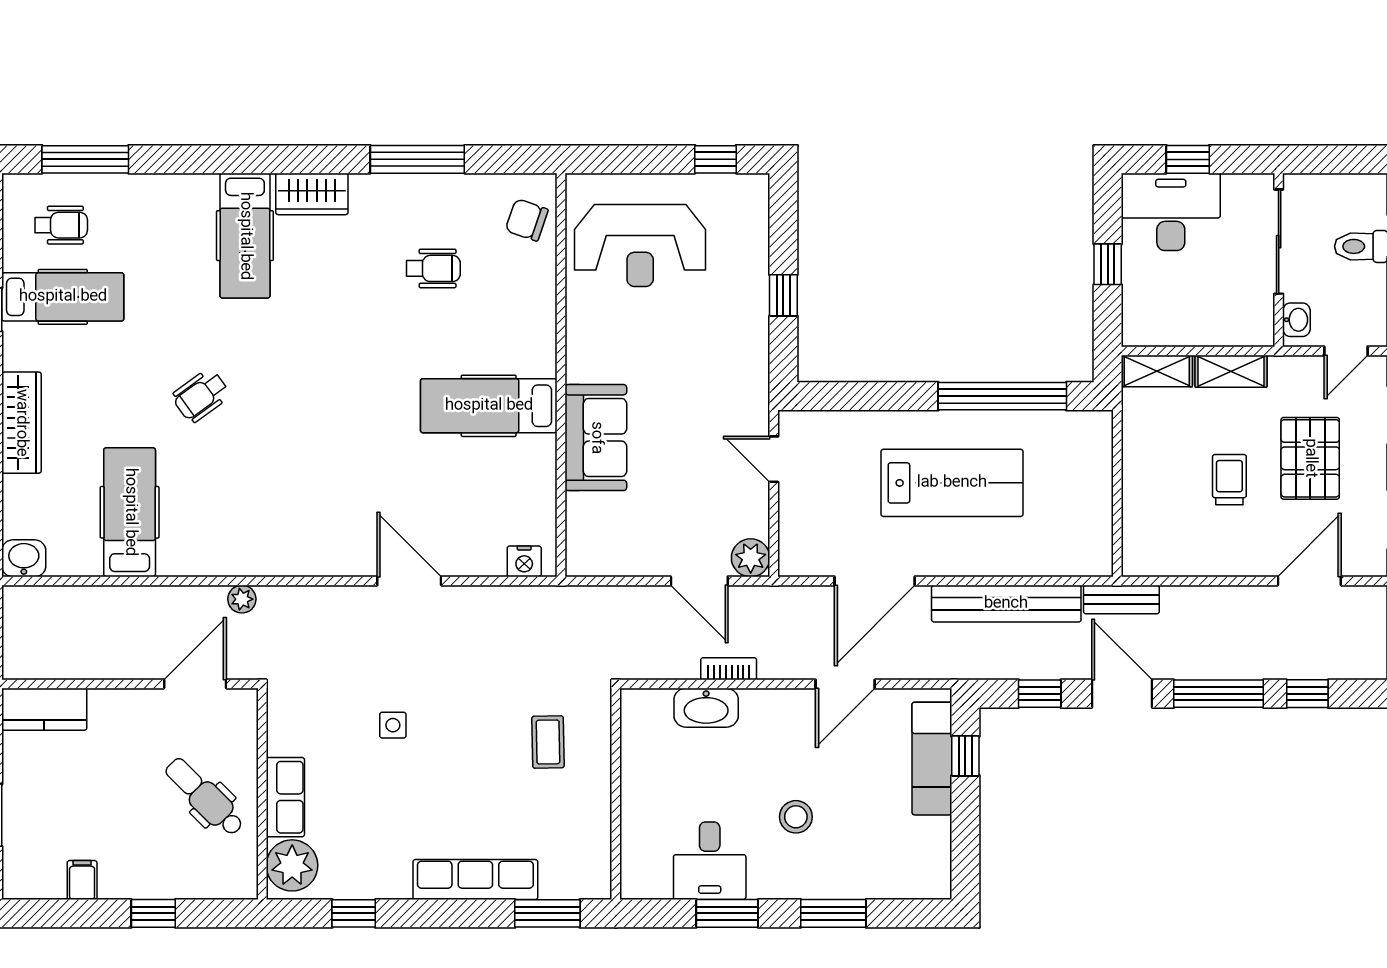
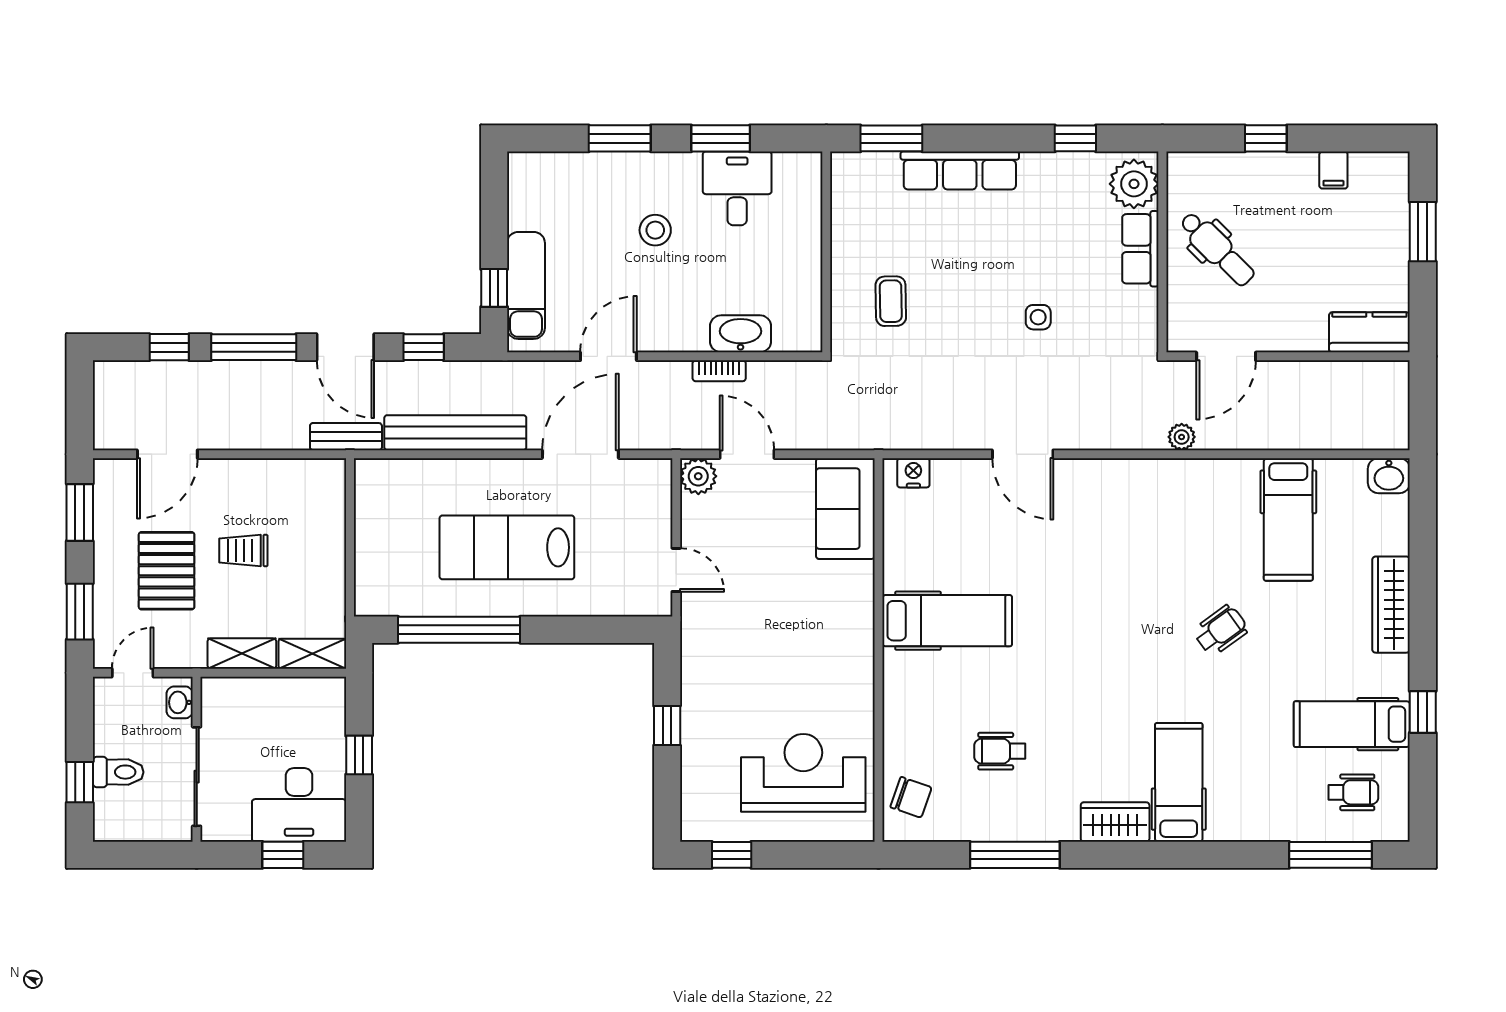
wheelchair: (61, 225) -> (1353, 792), turned 180
sofa: (596, 438) -> (845, 509), moved
trolley: (1229, 480) -> (243, 550), turned 90

